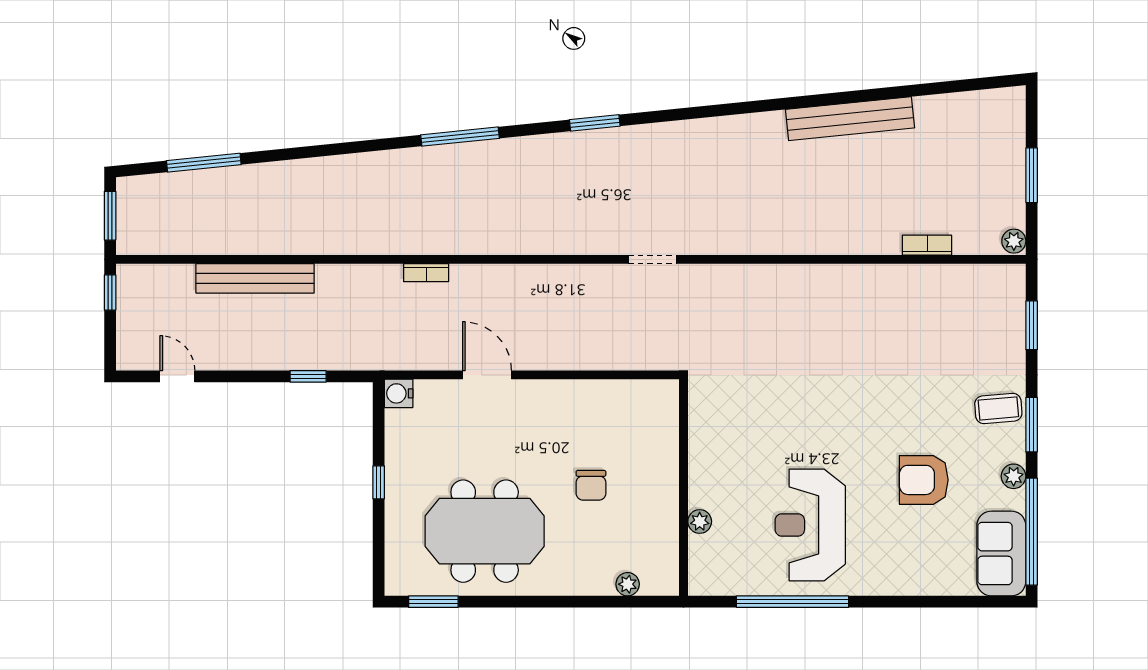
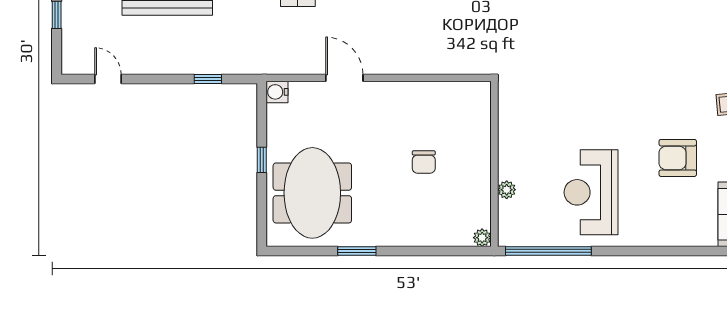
meeting table: (485, 531) -> (312, 193), moved, turned 90
plant: (628, 584) -> (482, 238), moved
window: (433, 602) -> (357, 251), moved
window: (793, 602) -> (548, 251), moved

